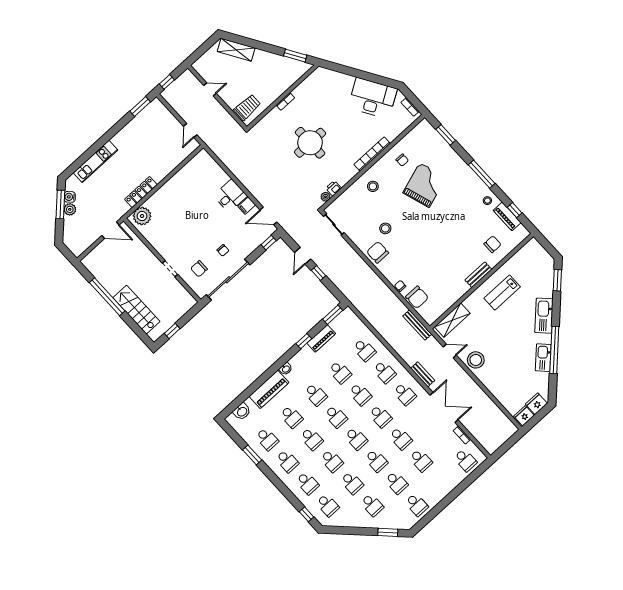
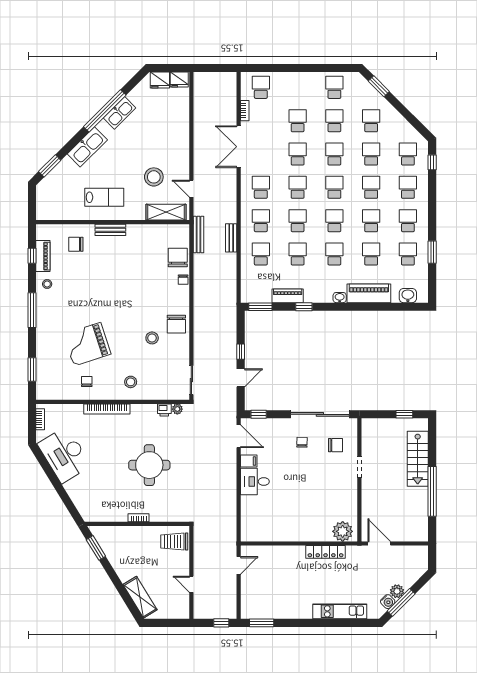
stool: (476, 360) -> (154, 177), moved
bench: (423, 374) -> (231, 238), moved

